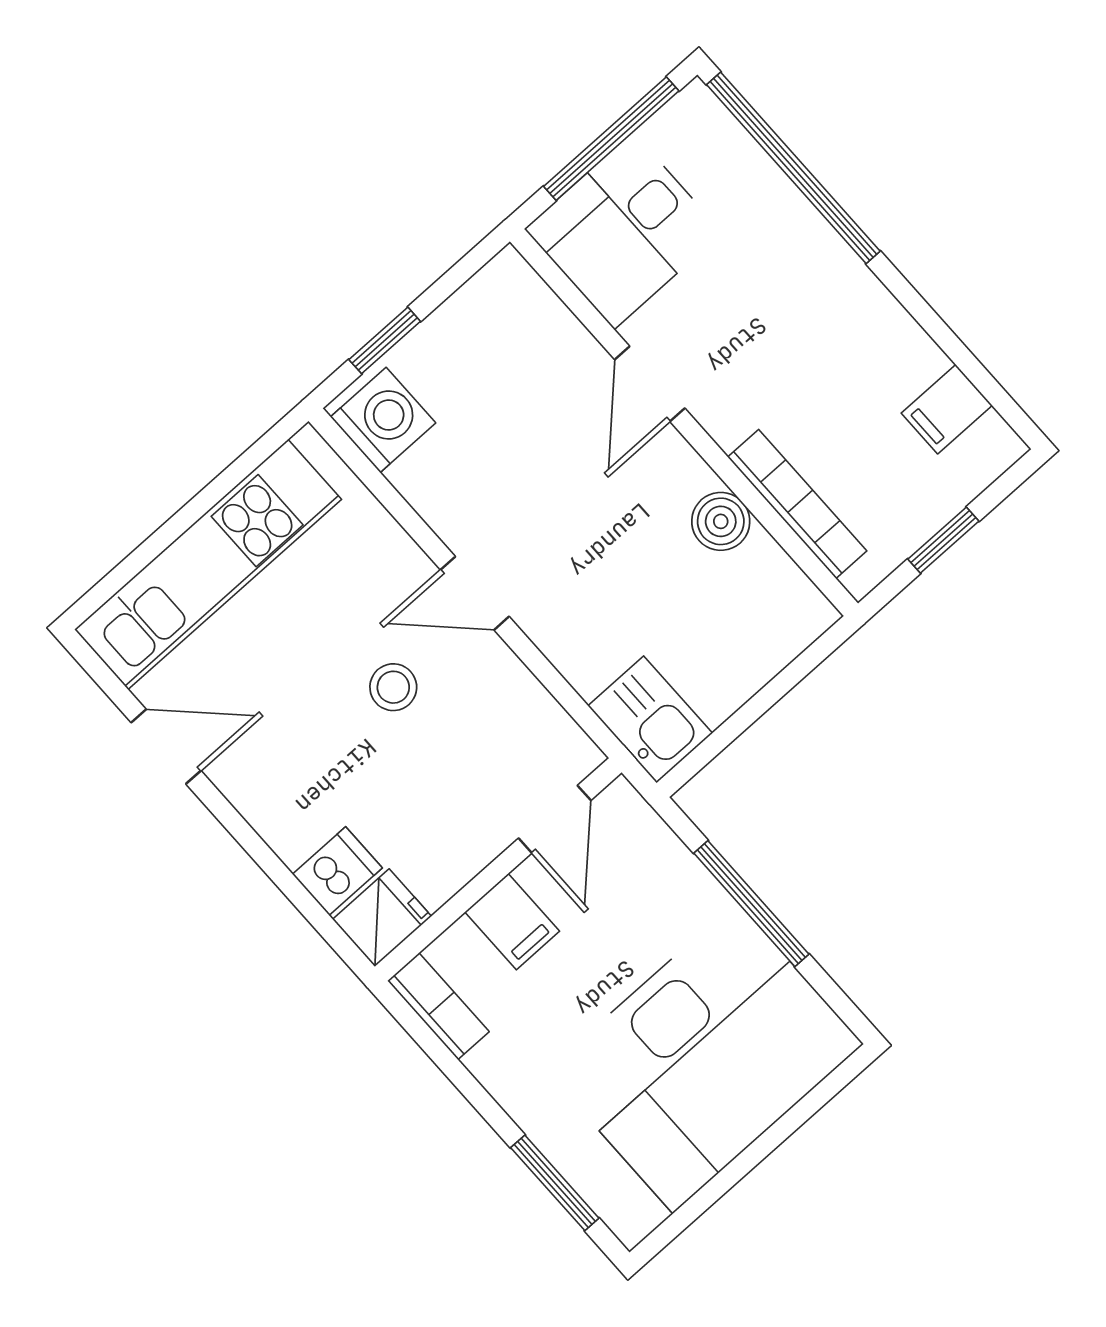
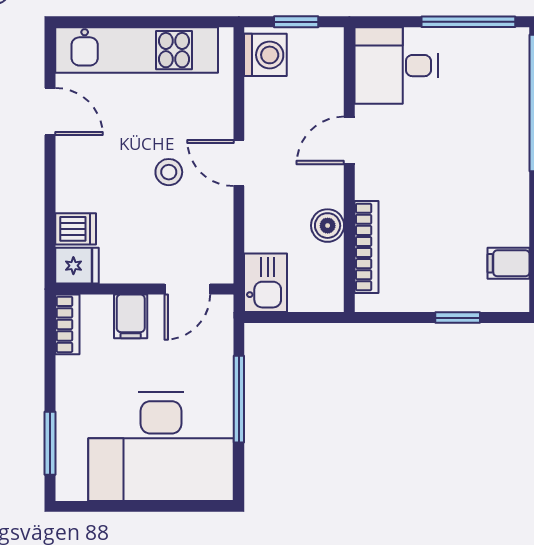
desk: (624, 231) -> (396, 66), moved
door: (650, 384) -> (349, 140), moved
wall: (684, 422) -> (349, 170), moved
bookcase: (797, 504) -> (367, 247), moved
boiler: (721, 521) -> (328, 226), moved

